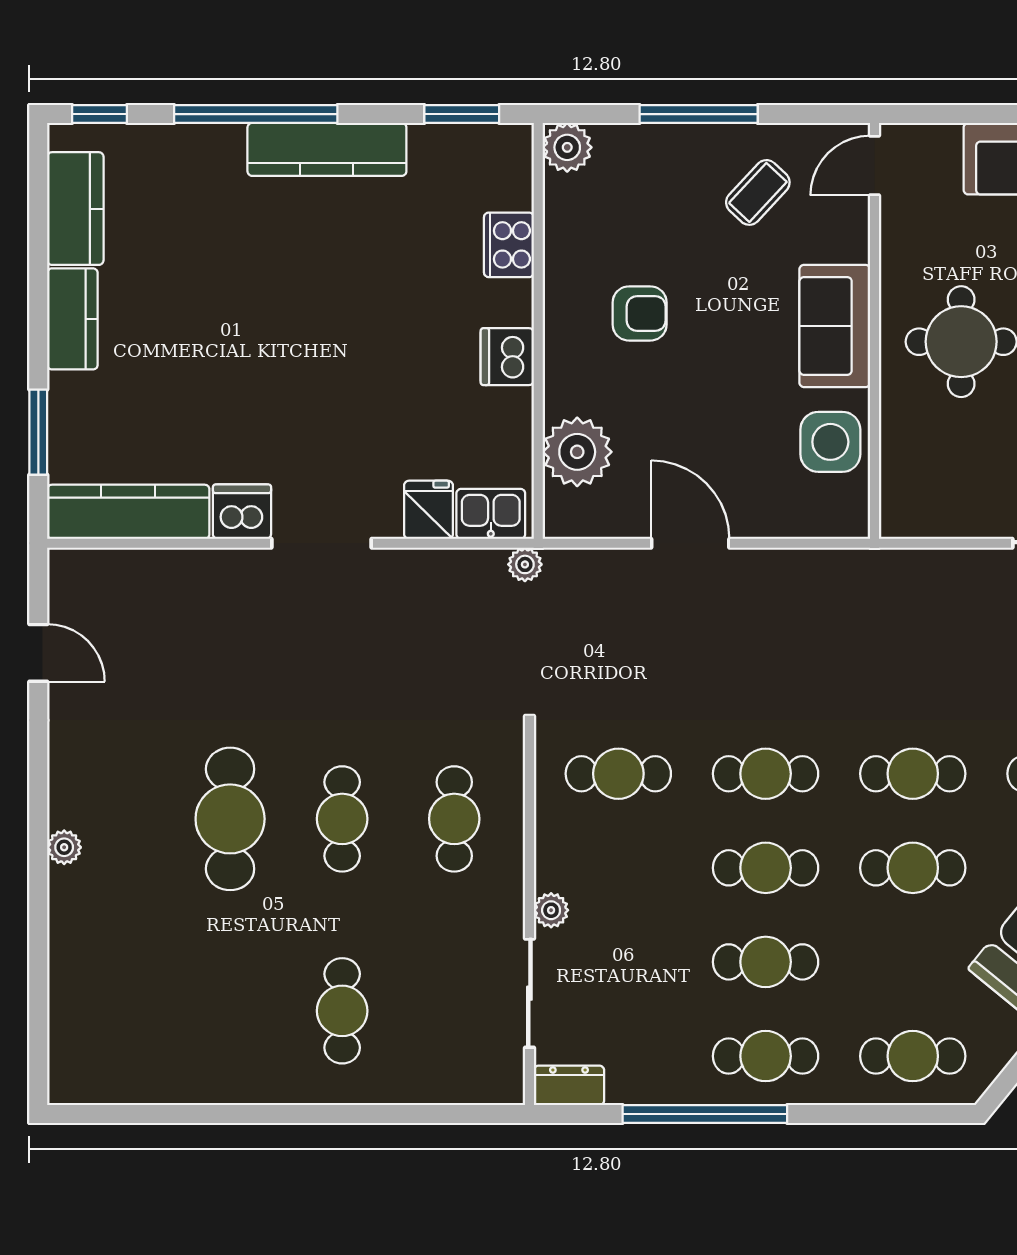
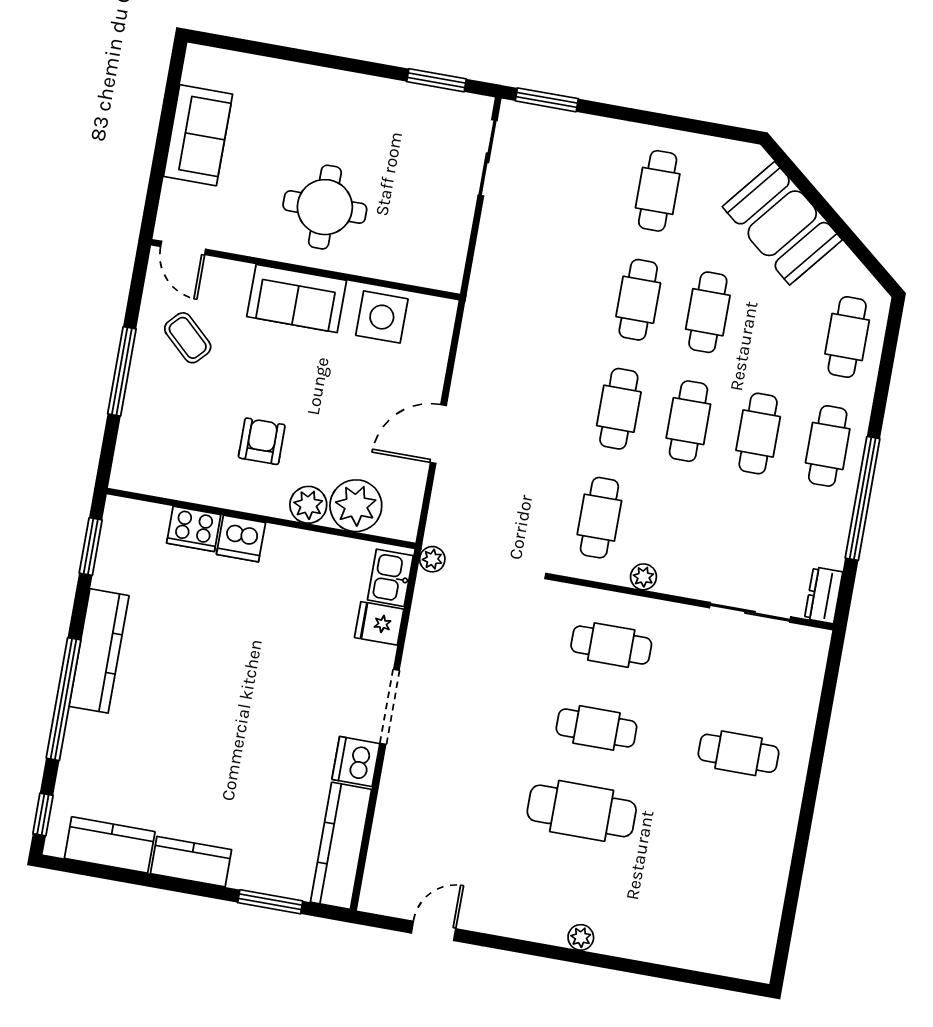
plant: (567, 147) -> (308, 505), moved
dishwasher: (507, 357) -> (241, 539), moved
plant: (551, 910) -> (643, 577), moved

